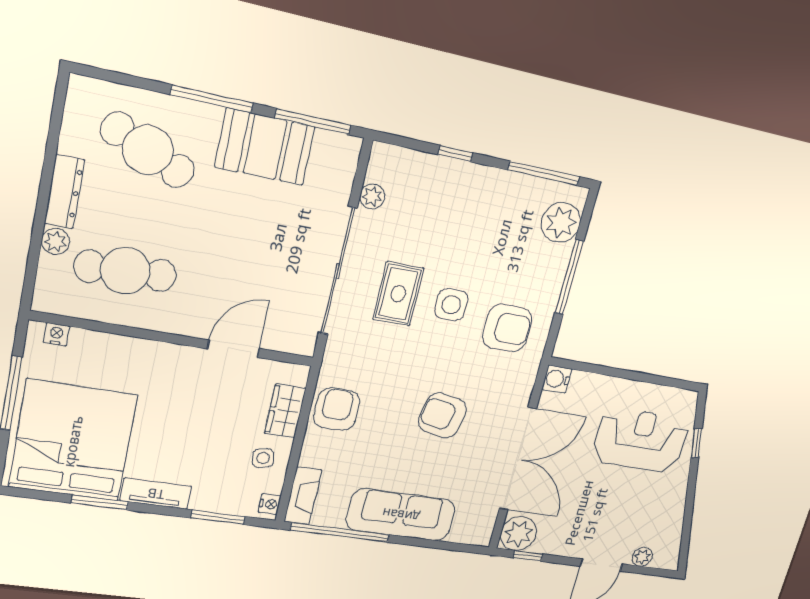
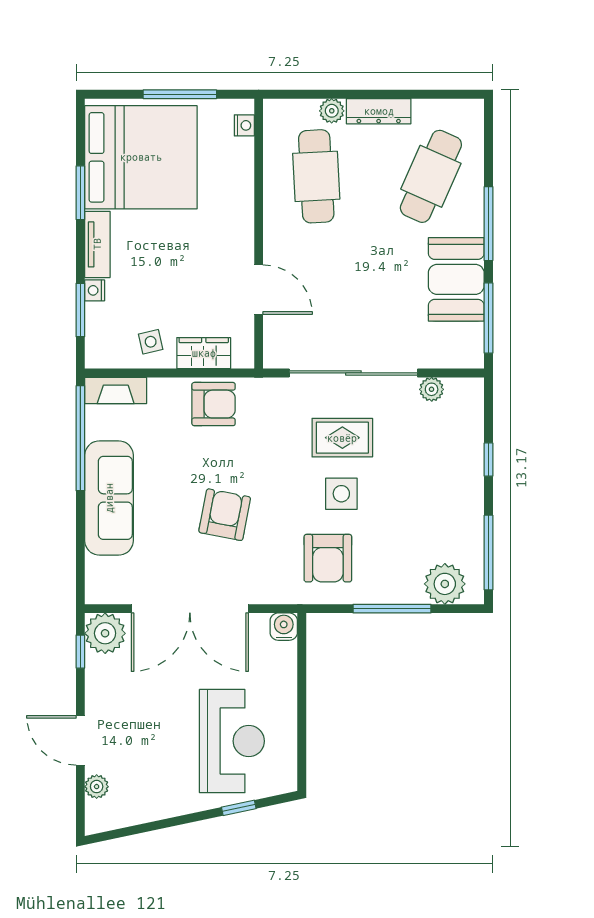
nightstand: (270, 504) -> (95, 290), moved, turned 90

